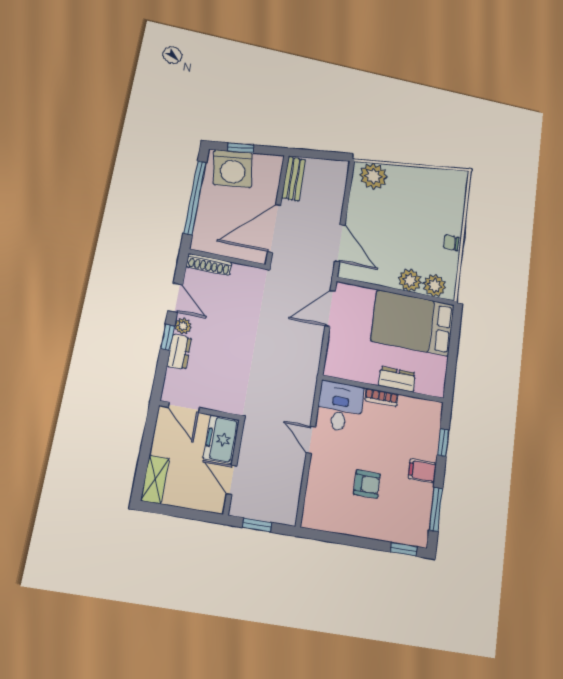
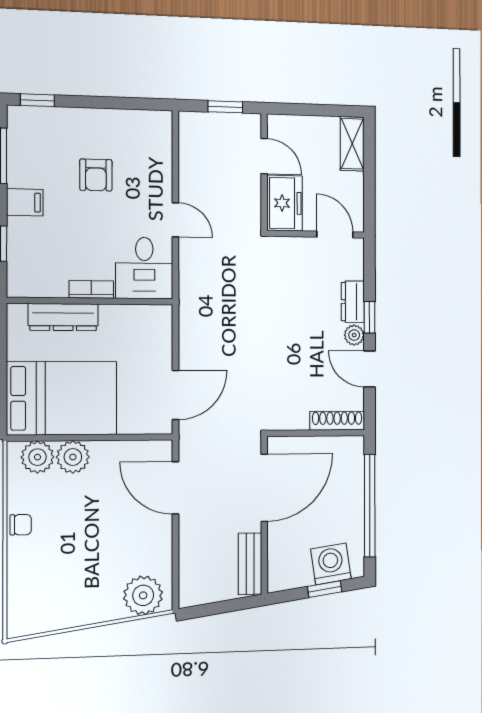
washing machine: (233, 169) -> (331, 564), width x0.73, depth x0.73
dresser: (397, 379) -> (63, 317), width x1.44
armchair: (367, 484) -> (96, 175), turned -90

